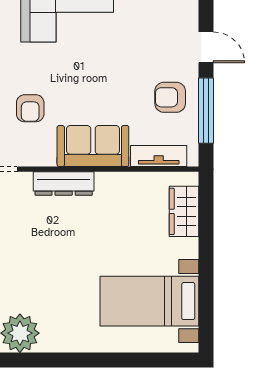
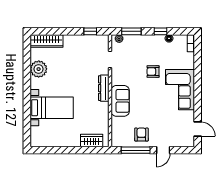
armchair: (30, 108) -> (153, 72), moved
tv unit: (159, 156) -> (116, 130), removed
bed with nightstands: (149, 301) -> (52, 108), moved, turned 90

